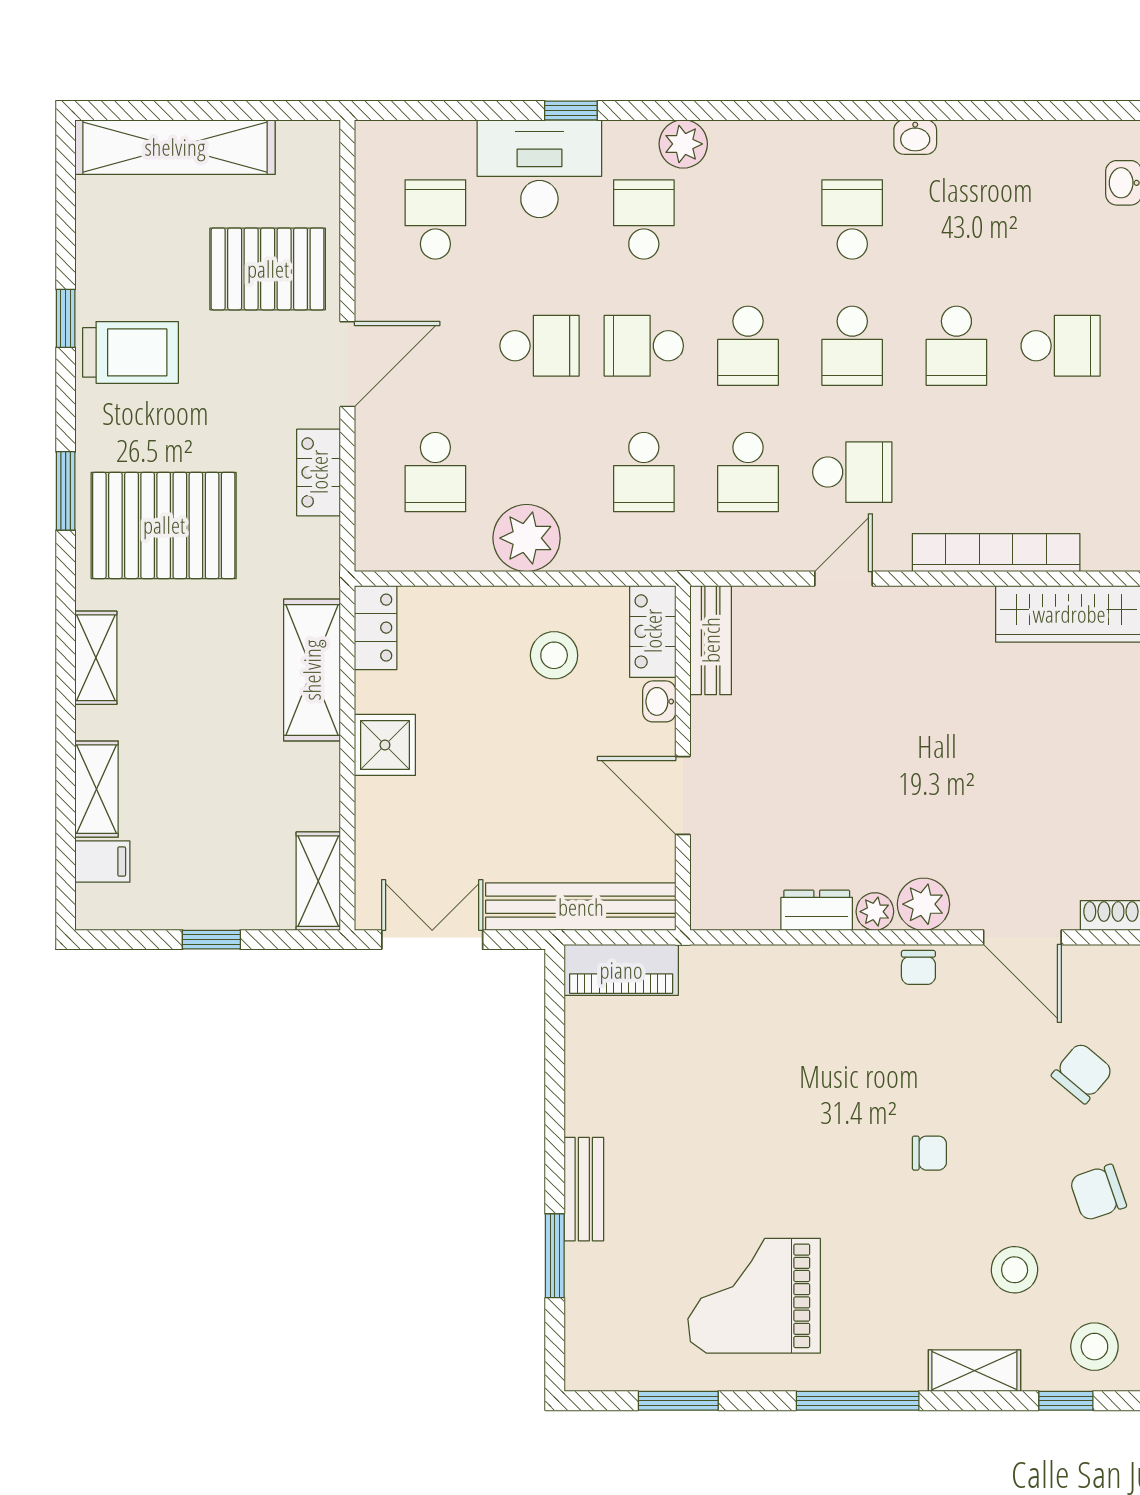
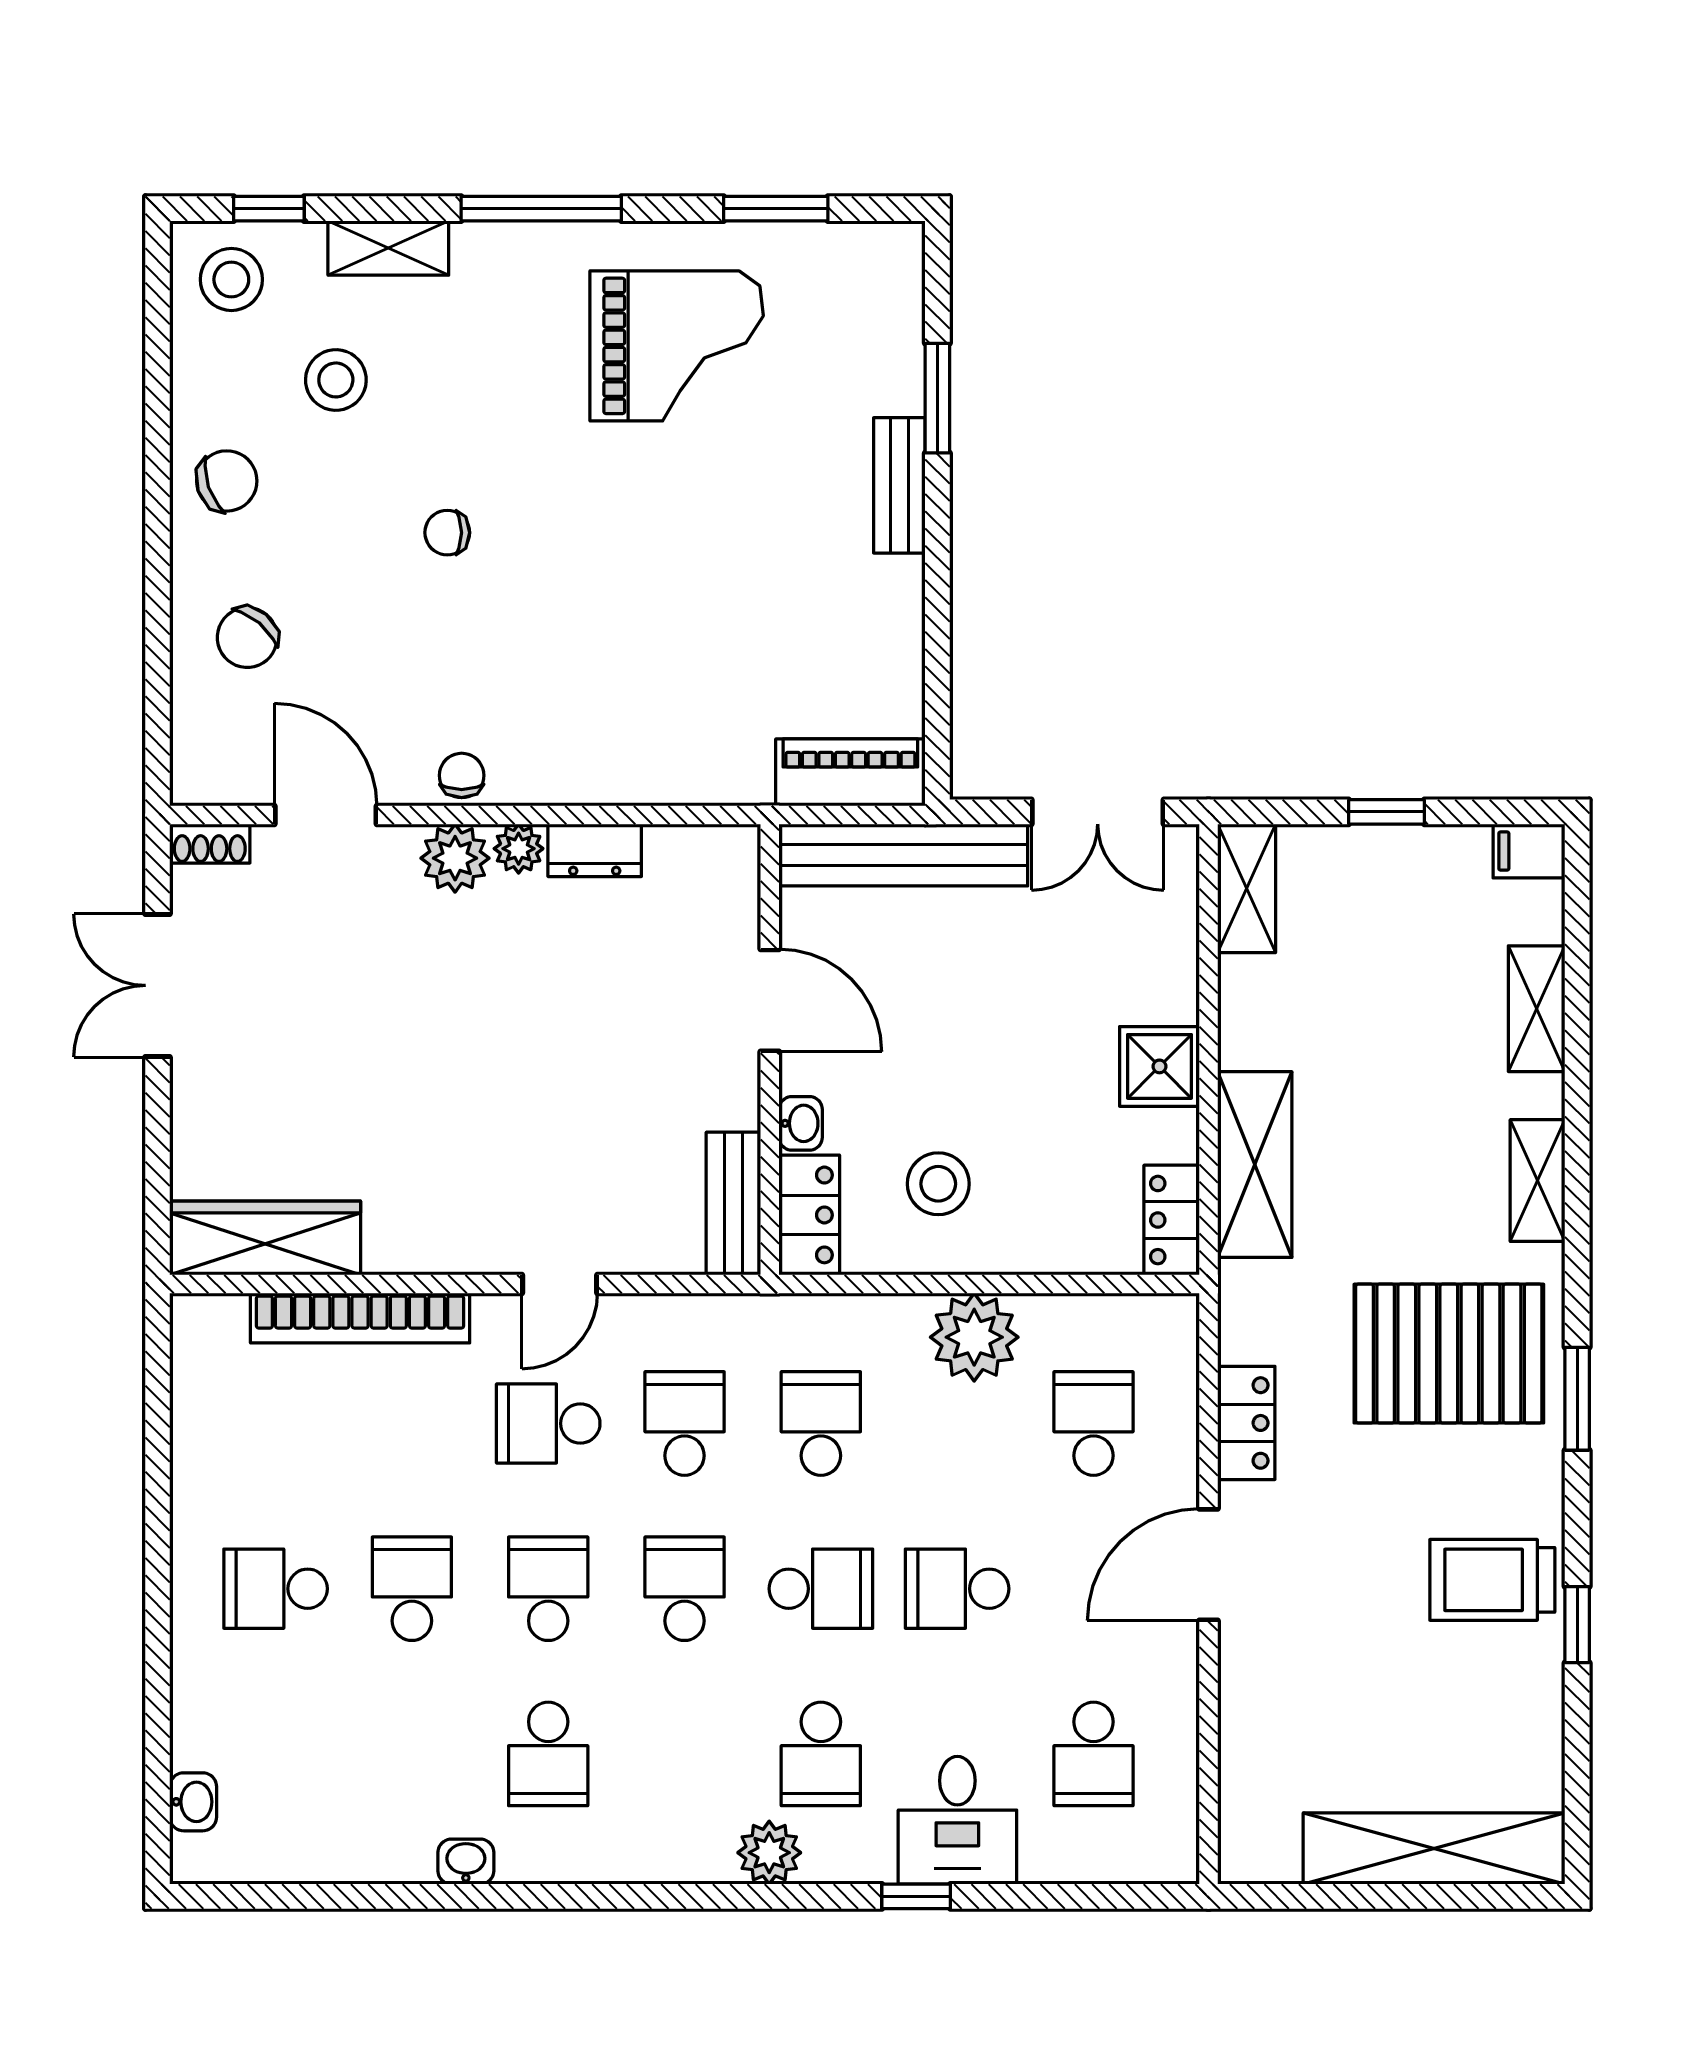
desk: (539, 169) -> (957, 1820), width x0.73
pallet: (268, 269) -> (1313, 1689), removed
filing cabinet: (102, 862) -> (1529, 851), moved

